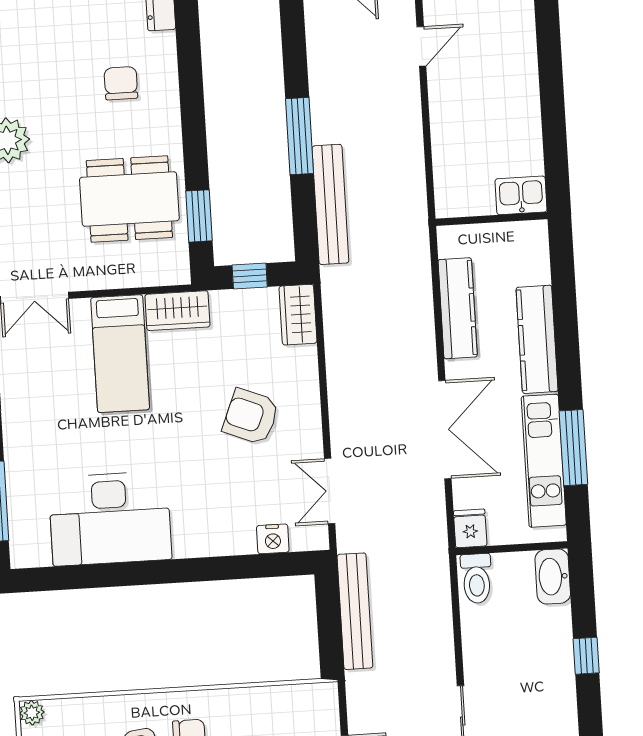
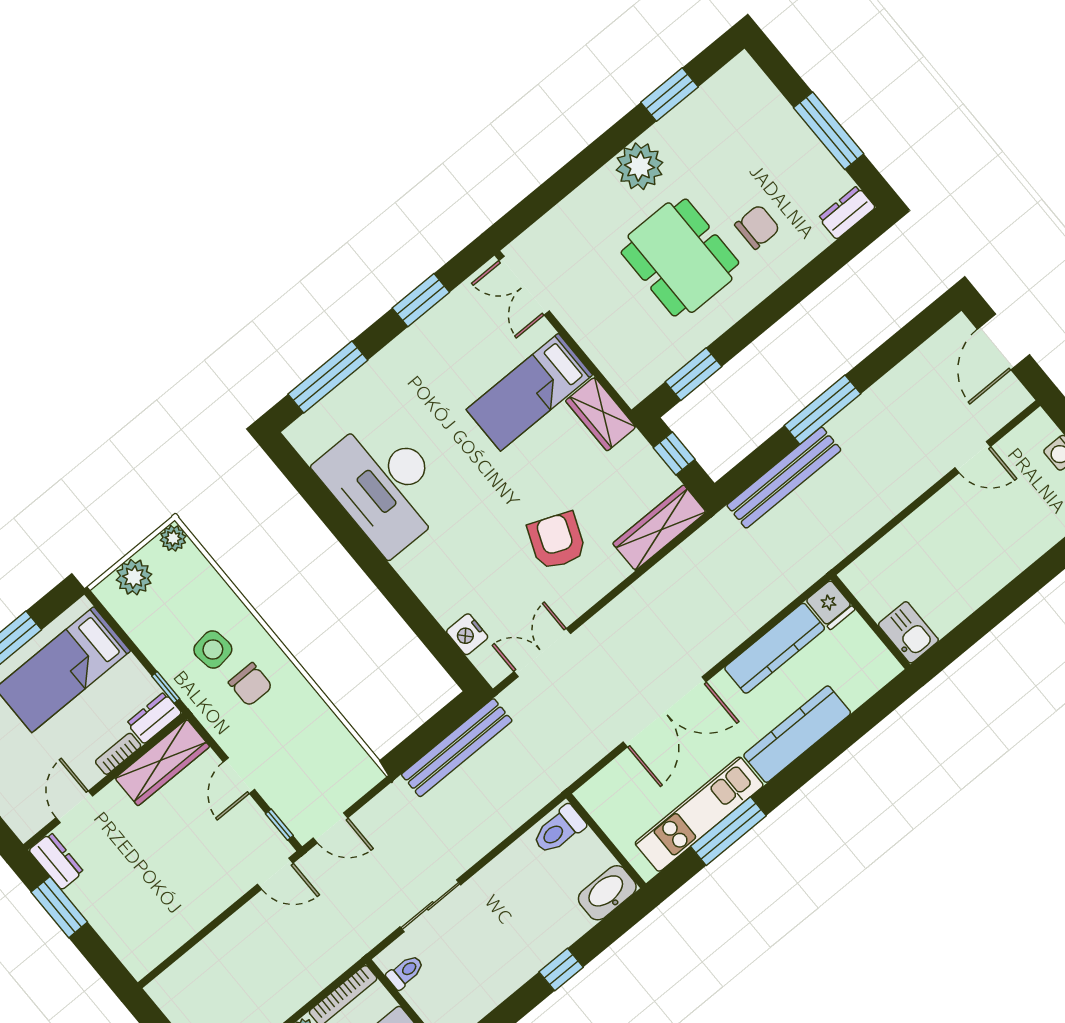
dining table: (129, 199) -> (680, 258), moved
wardrobe: (298, 315) -> (659, 528), width x1.50
fridge: (470, 528) -> (830, 605), moved, turned 90

